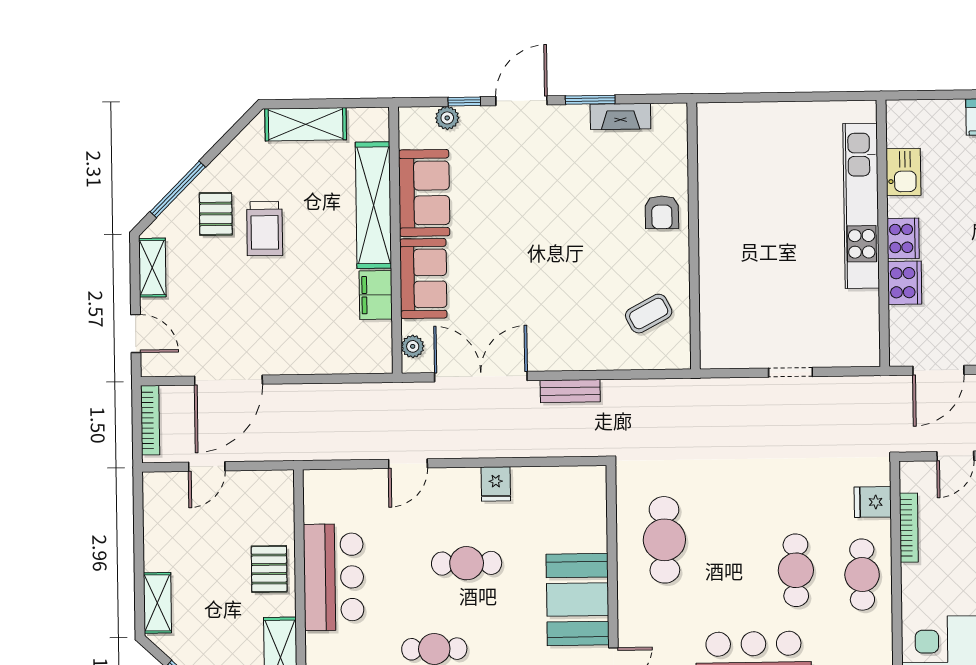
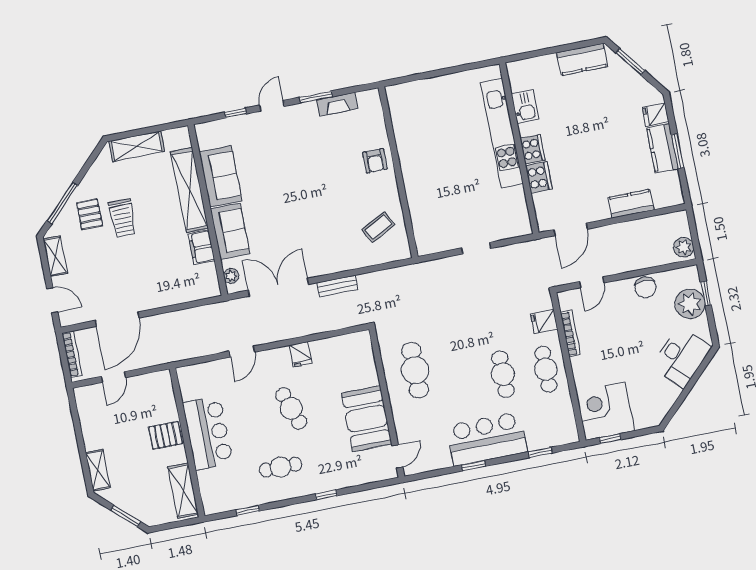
door: (521, 101) -> (272, 106), width x0.73
plant: (447, 118) -> (226, 126), removed
cafe table: (467, 563) -> (291, 408), turned 71
pallet: (269, 569) -> (165, 435), turned 90

